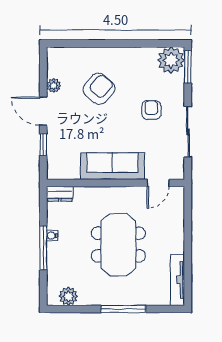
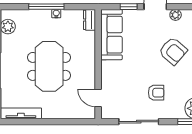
sofa: (112, 166) -> (111, 35), moved
meeting table: (118, 245) -> (49, 66), turned 90

